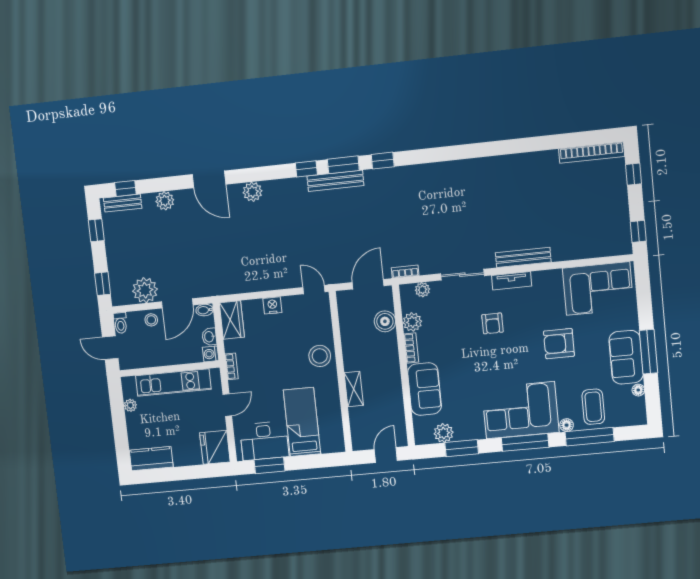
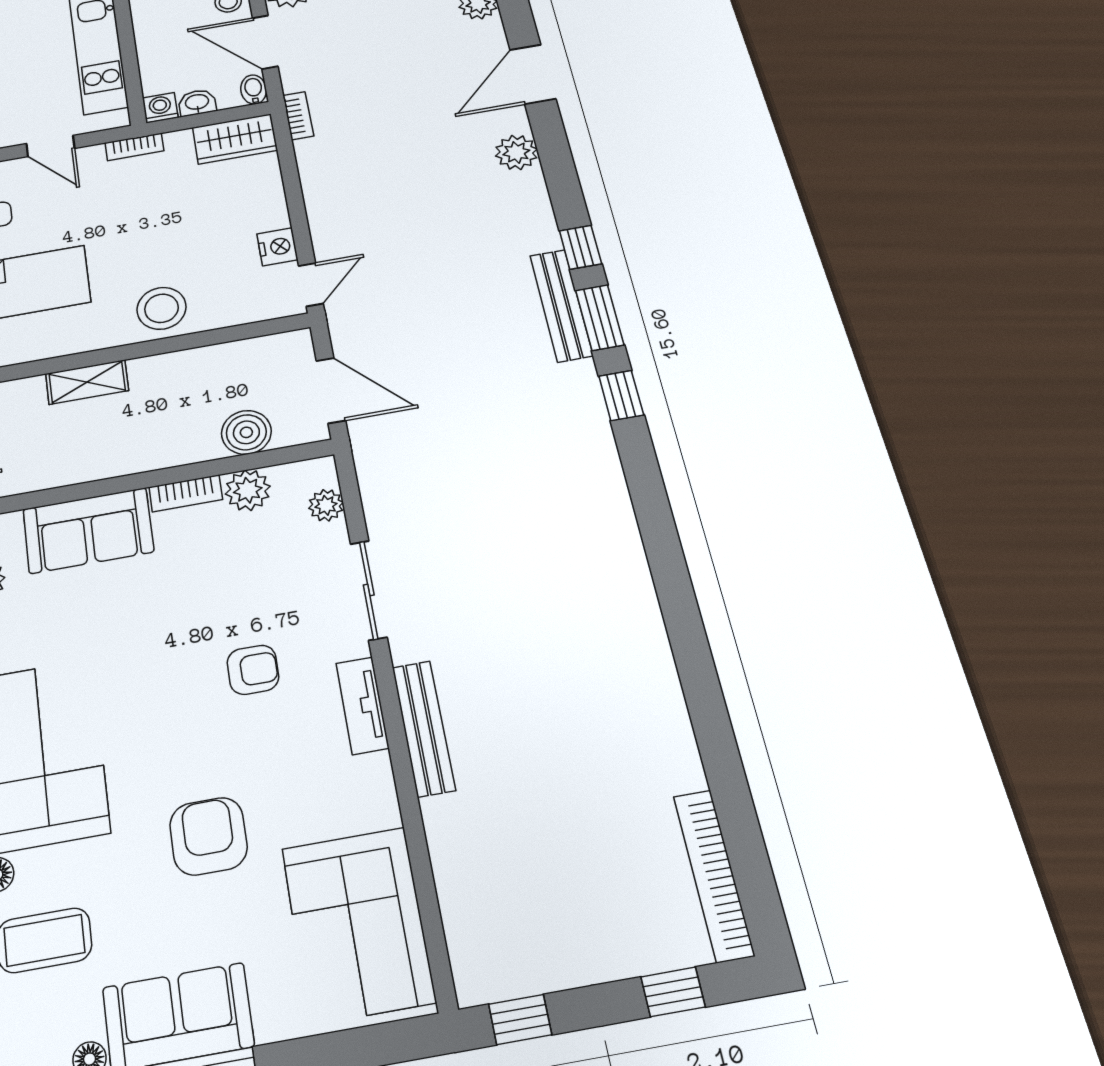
bookcase: (405, 272) -> (298, 116), moved
nightstand: (272, 305) -> (277, 247), moved
armchair: (492, 323) -> (253, 670), turned 180

